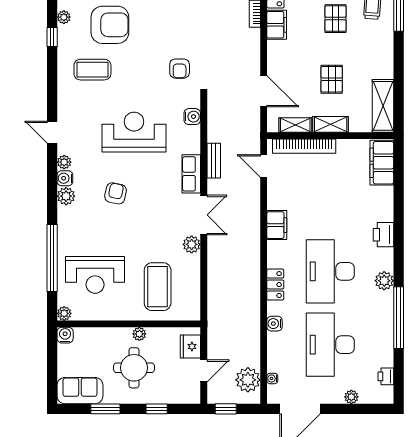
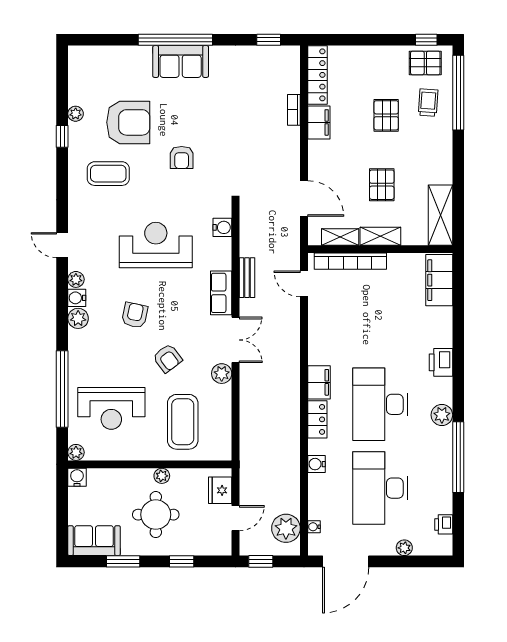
armchair: (180, 69) -> (182, 157), moved
filing cabinet: (277, 225) -> (319, 382), moved
armchair: (144, 231) -> (168, 358), added

